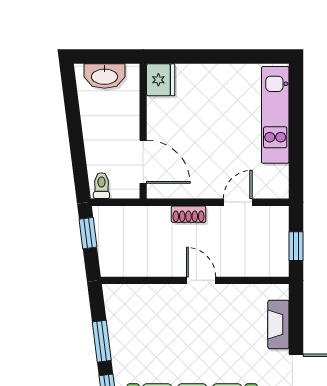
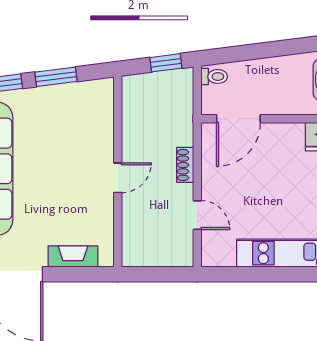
window: (296, 246) -> (153, 274), removed

